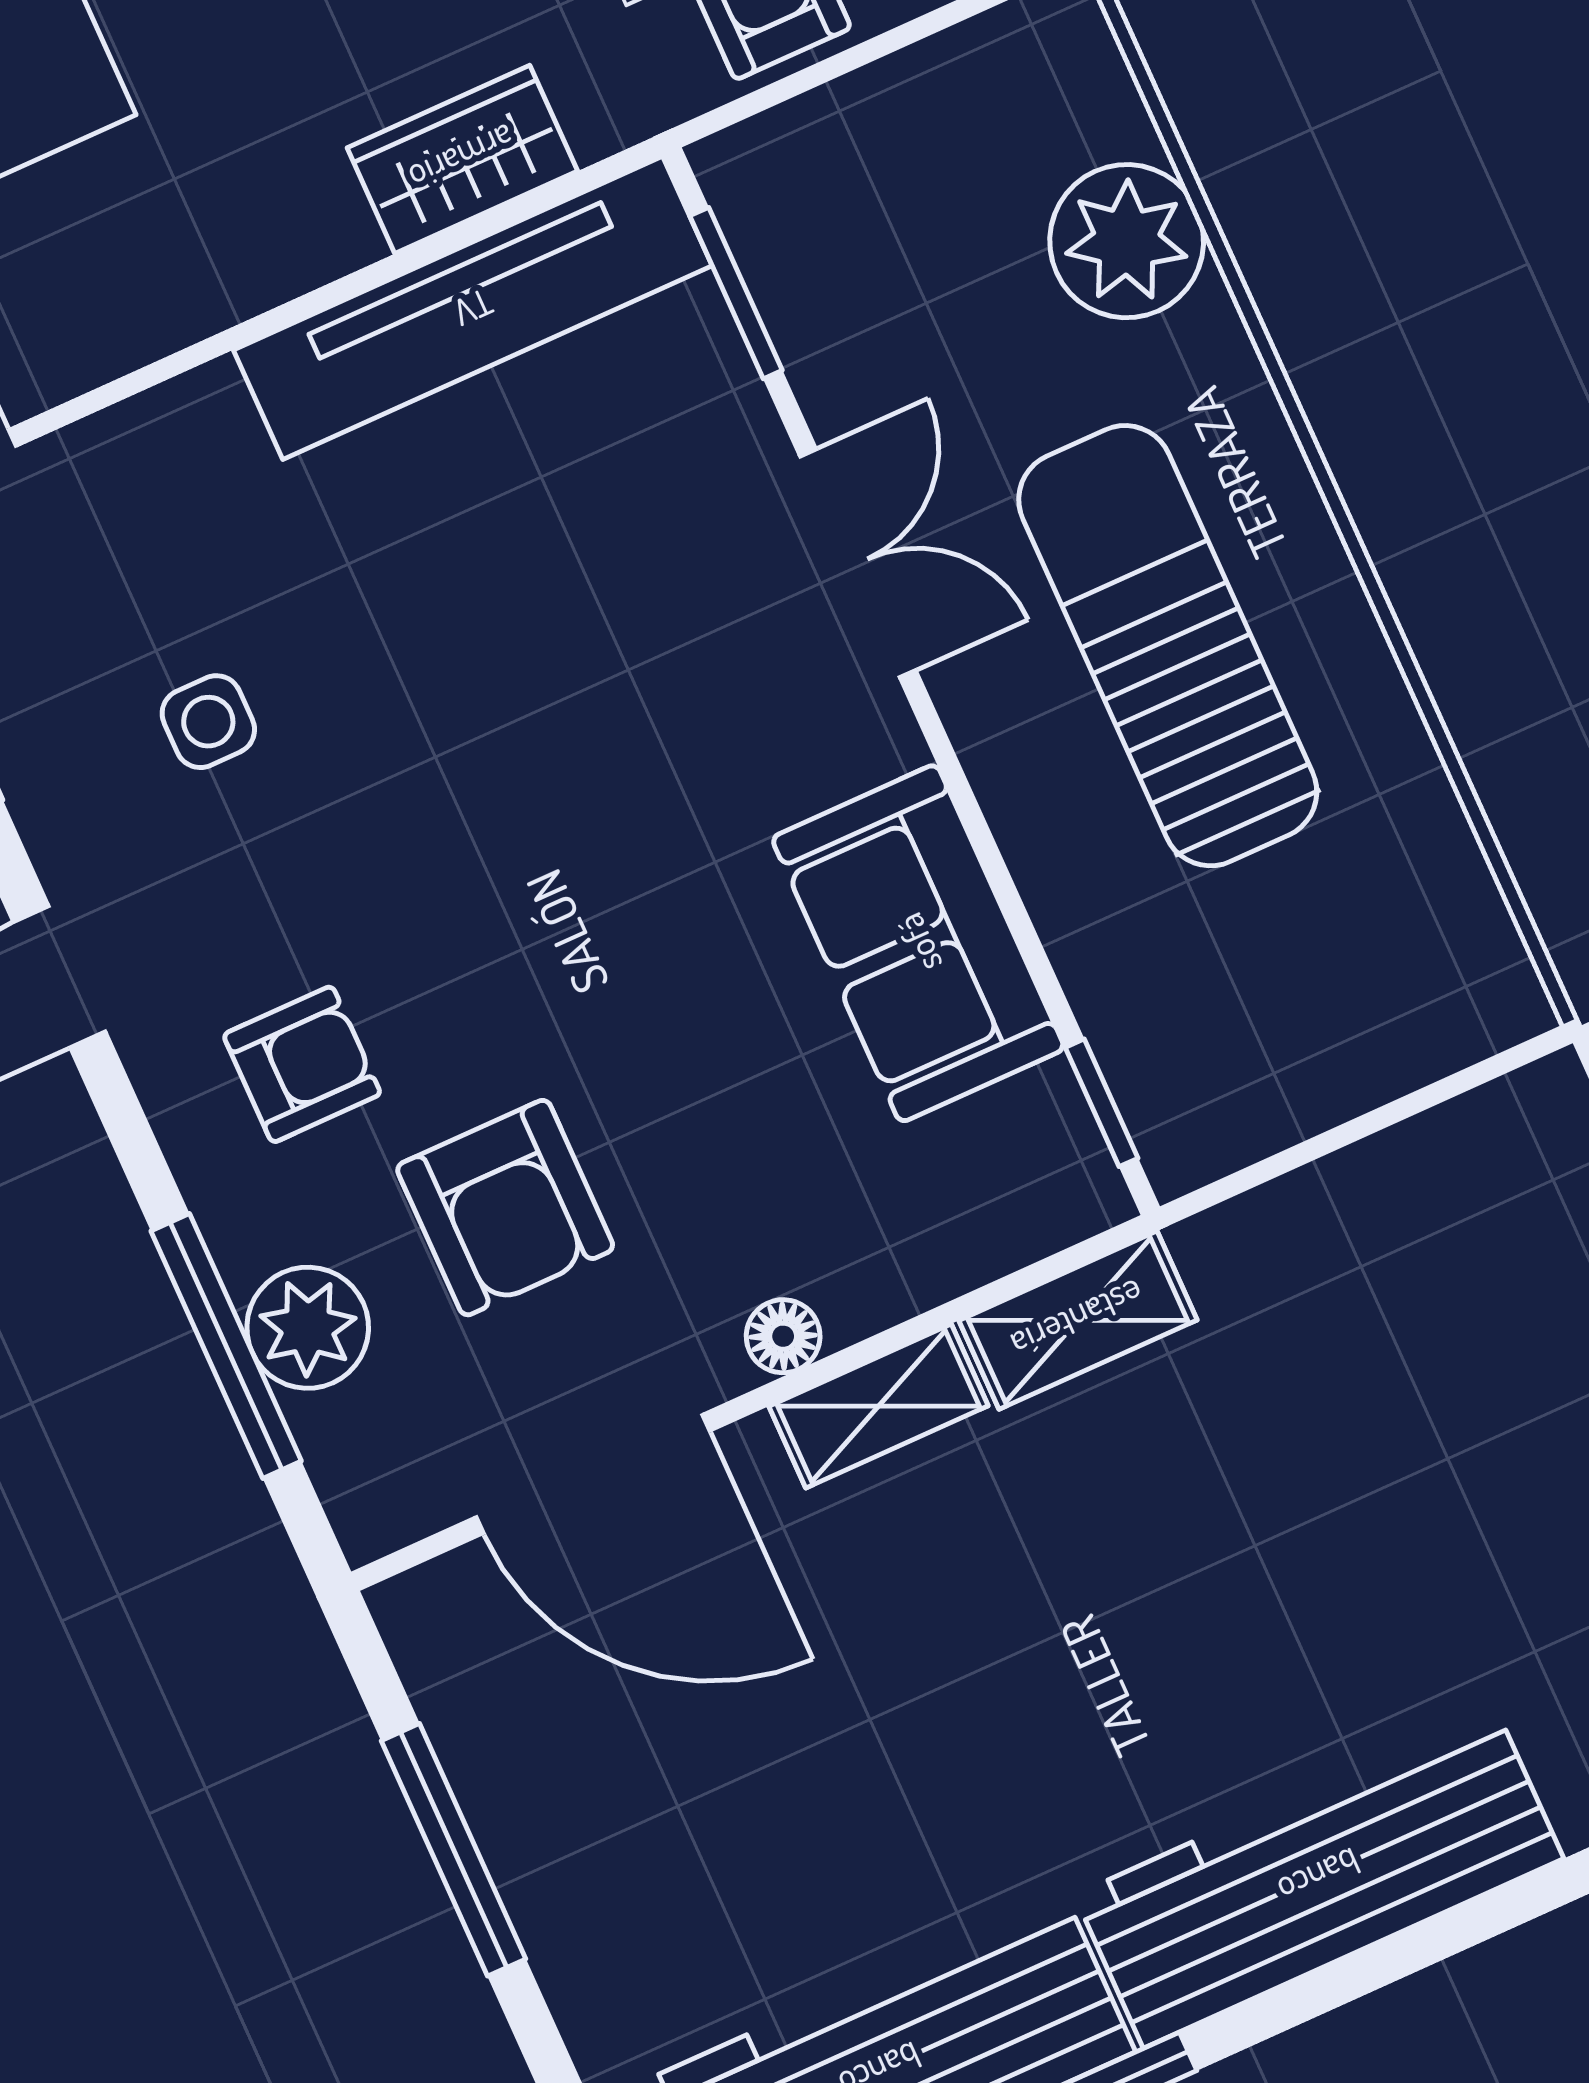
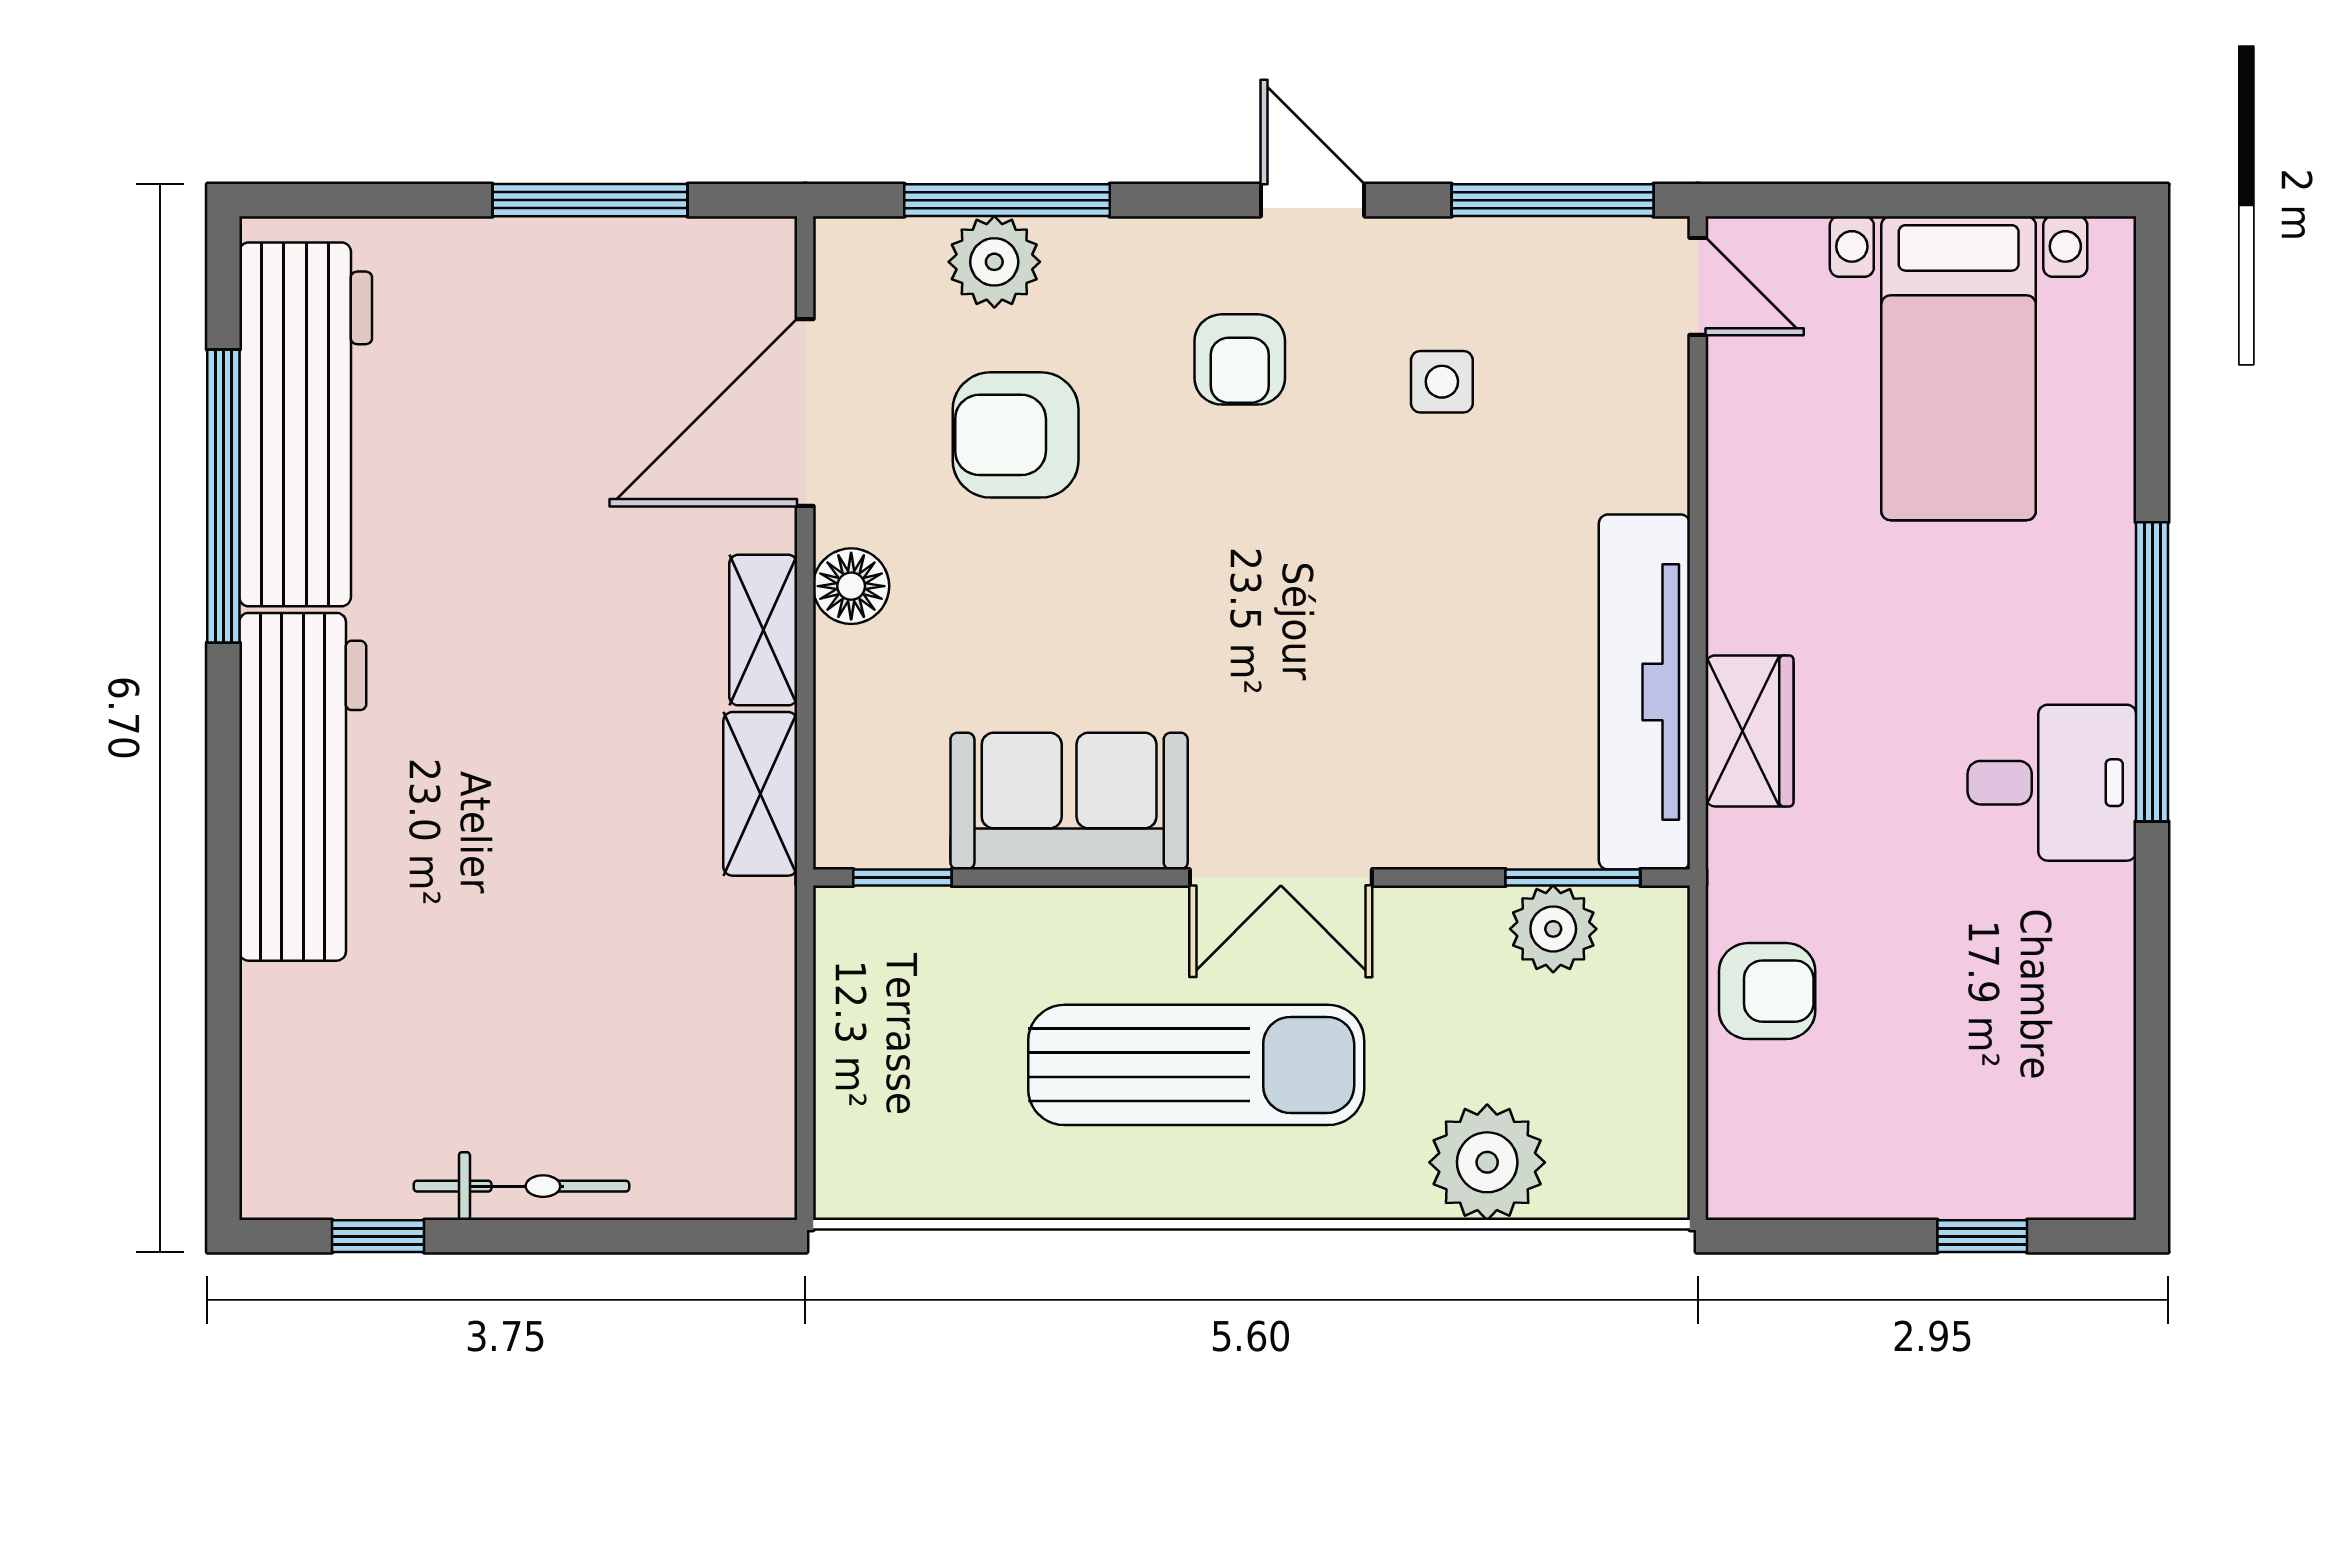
plant: (809, 289) -> (1553, 929), added
double door: (858, 563) -> (1281, 878), moved
armchair: (302, 1064) -> (1240, 359), moved
floor lamp: (783, 1336) -> (851, 586), width x1.37, depth x1.37

